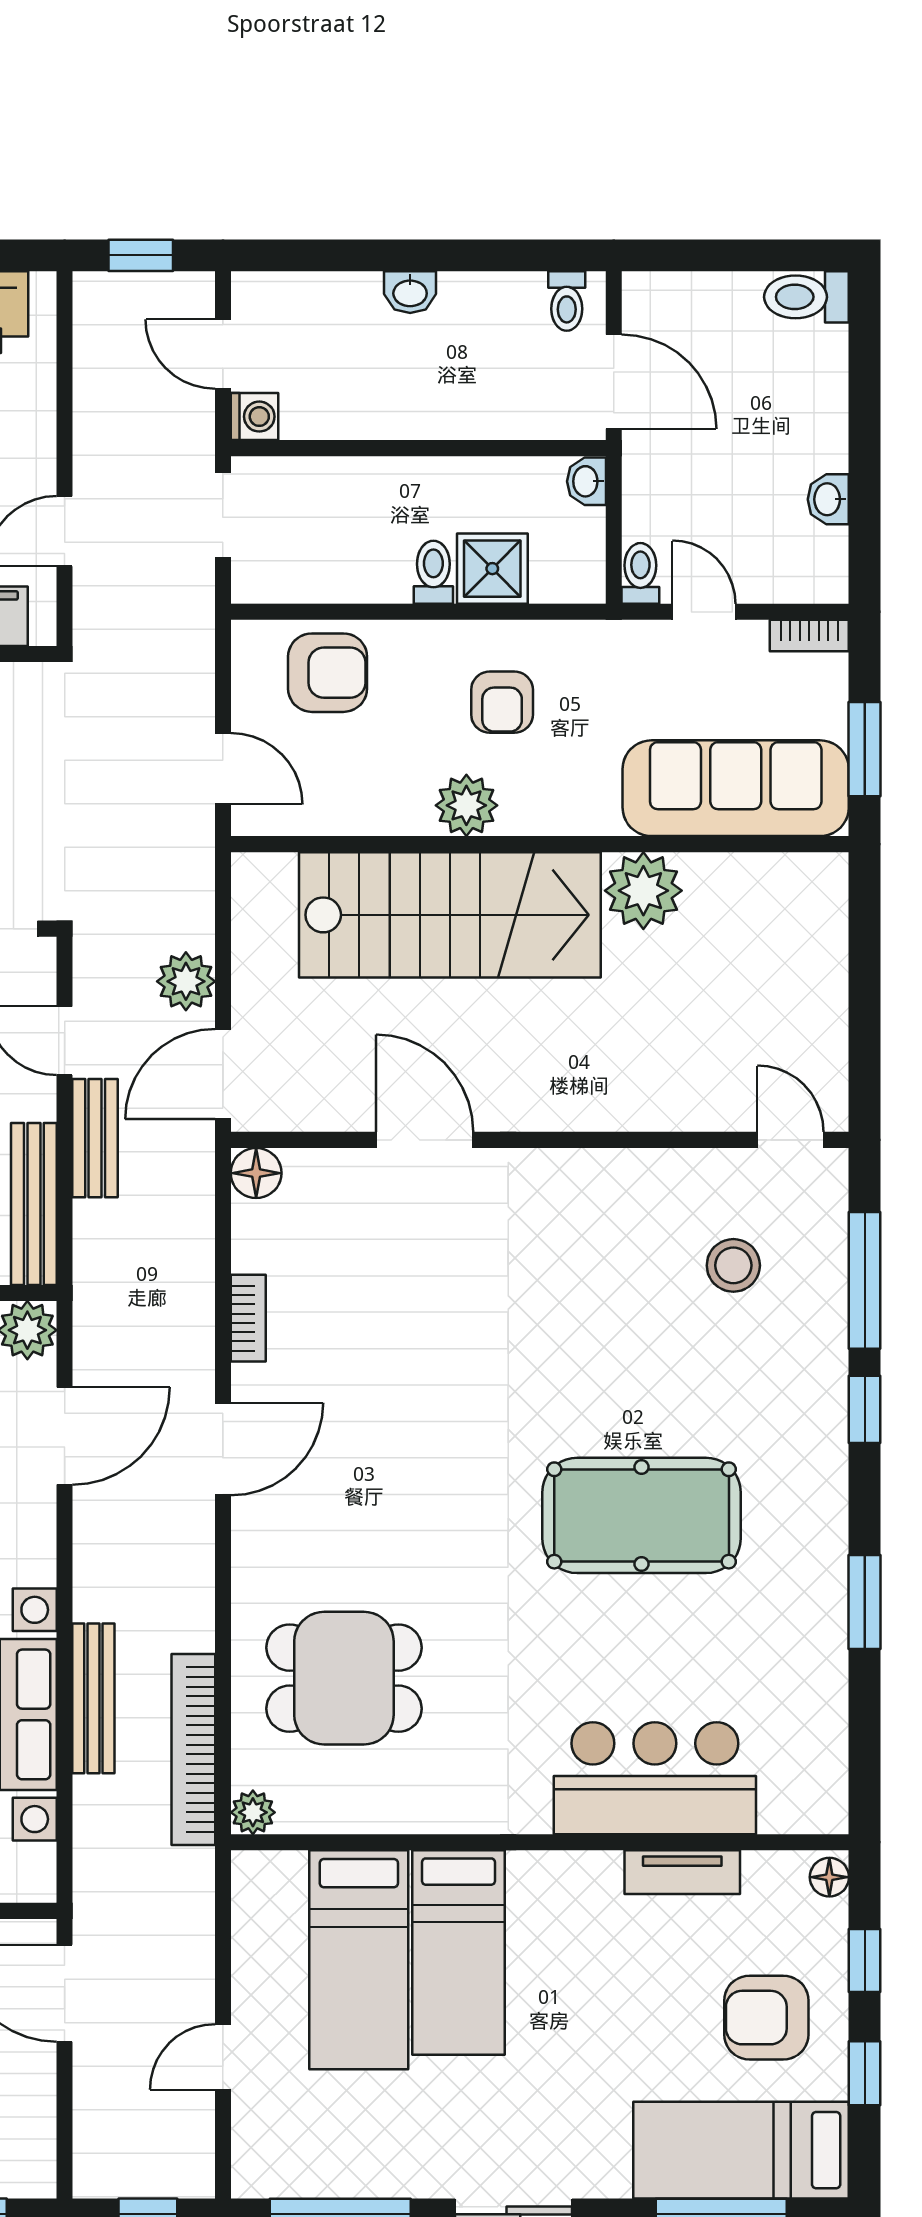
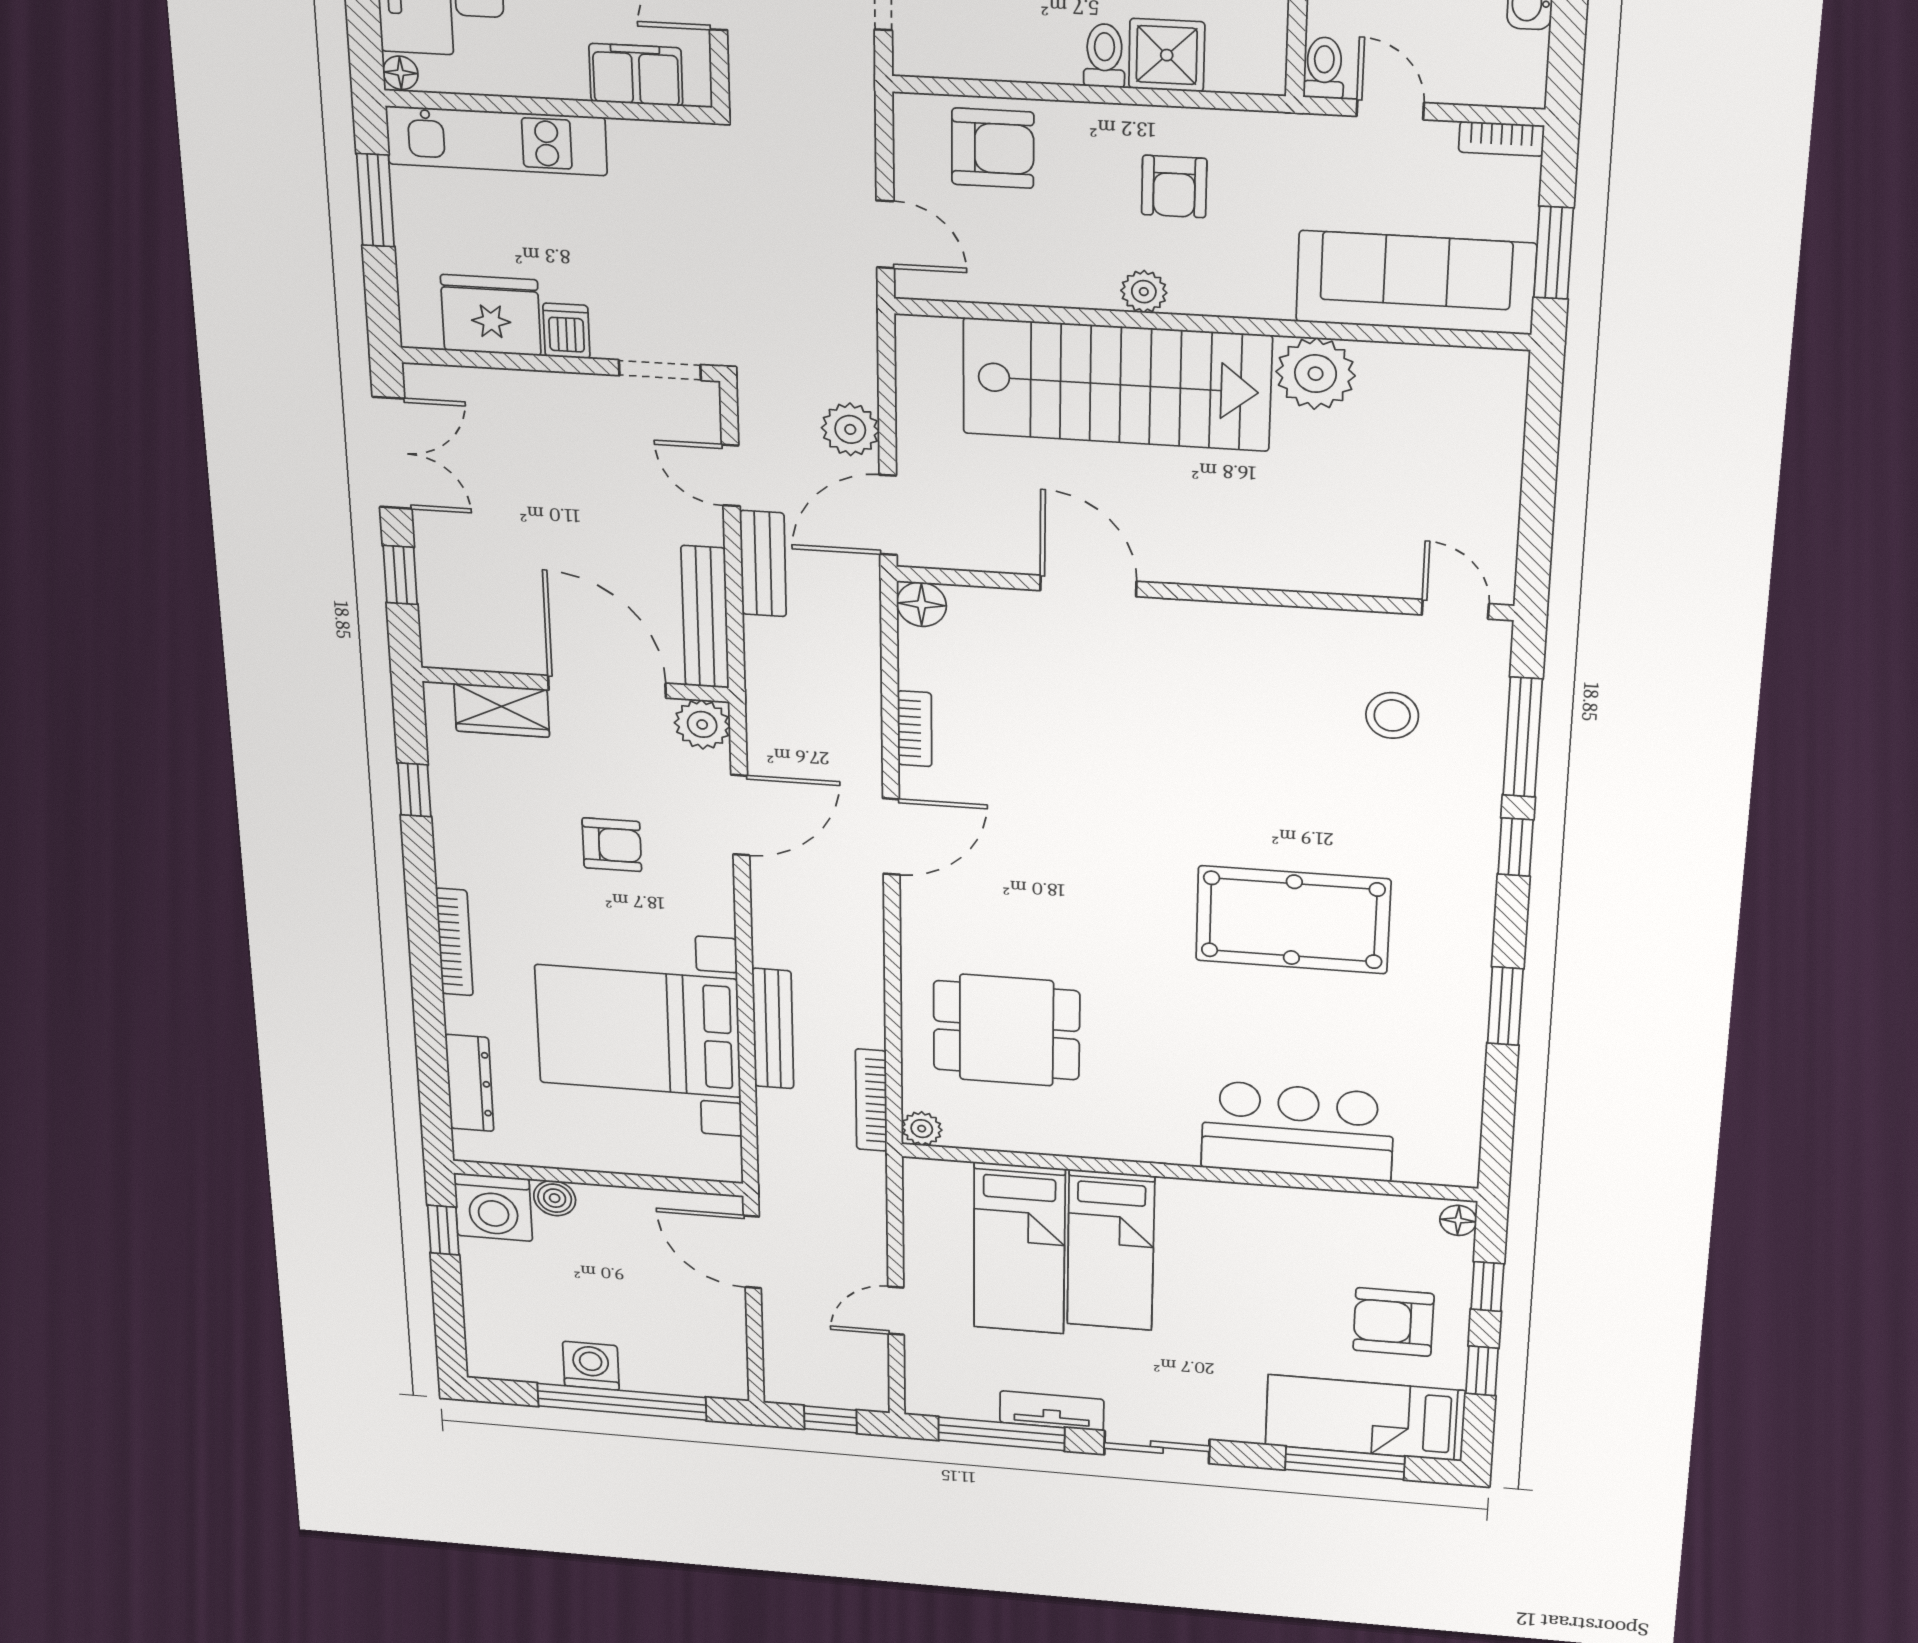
plant: (466, 805) -> (1144, 292), width x0.73, depth x0.73
bookcase: (193, 1750) -> (871, 1100), width x0.68, depth x0.76
tv unit: (682, 1872) -> (1052, 1411), moved, turned 180

